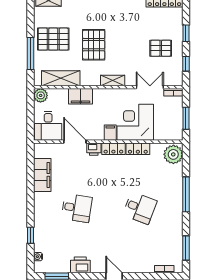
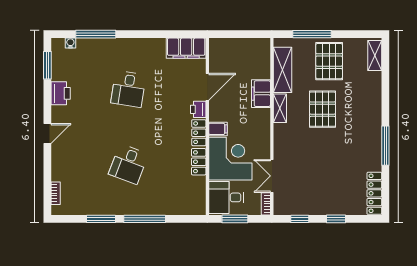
pallet: (94, 45) -> (322, 109), turned 90
pallet: (161, 48) -> (318, 189), removed
shelving: (113, 81) -> (280, 108), moved
double door: (150, 87) -> (272, 176), swing flipped
plant: (41, 95) -> (262, 46), removed
desk: (48, 126) -> (226, 197), moved
plant: (173, 154) -> (192, 204), removed
filing cabinet: (42, 175) -> (186, 48), moved
window: (31, 235) -> (96, 34), width x2.17
window: (186, 248) -> (101, 219), moved

